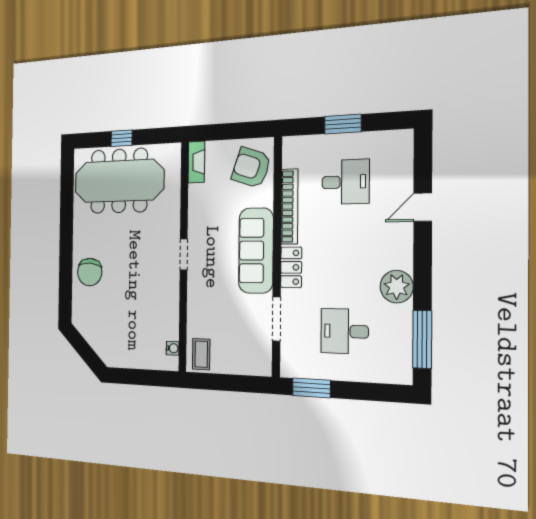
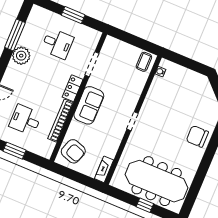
sofa: (256, 251) -> (89, 105), width x0.73
chair: (90, 272) -> (197, 136), turned -94
window: (422, 339) -> (15, 35), moved
window: (311, 388) -> (73, 15), moved

